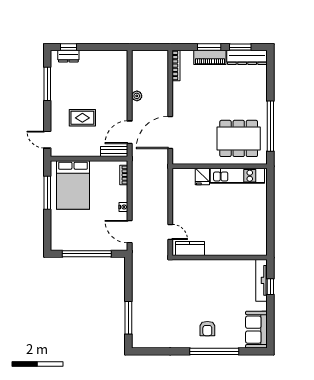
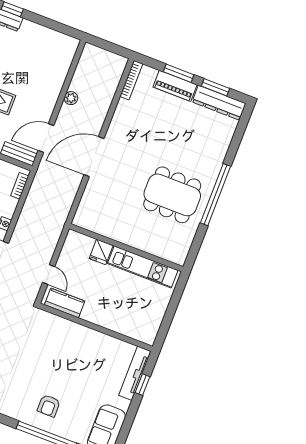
wall: (220, 166) -> (126, 248), moved
fridge: (202, 176) -> (101, 252), moved
kitchen unit: (237, 176) -> (143, 267), moved

